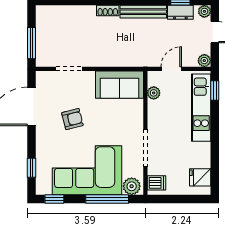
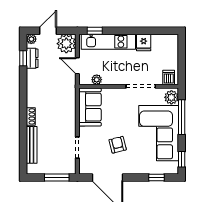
bench: (143, 12) -> (32, 145), moved
plant: (204, 61) -> (66, 44), width x1.88, depth x1.88
fridge: (200, 177) -> (144, 42), moved

